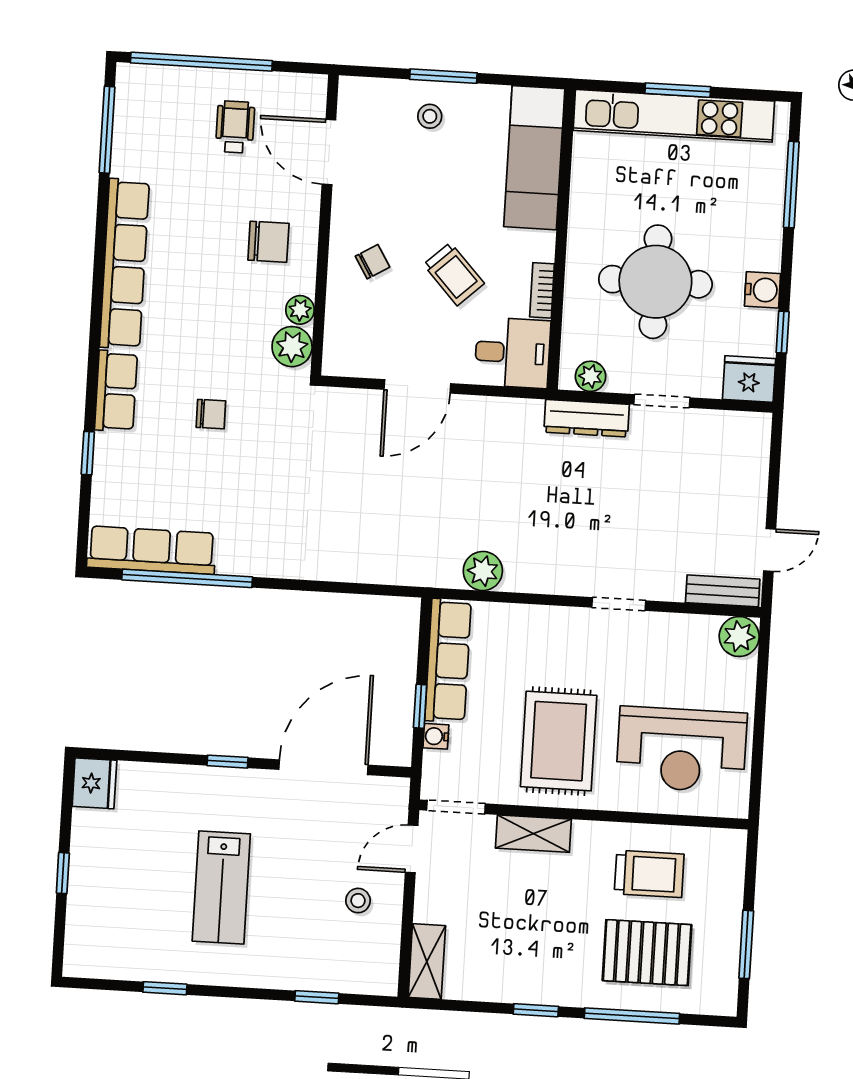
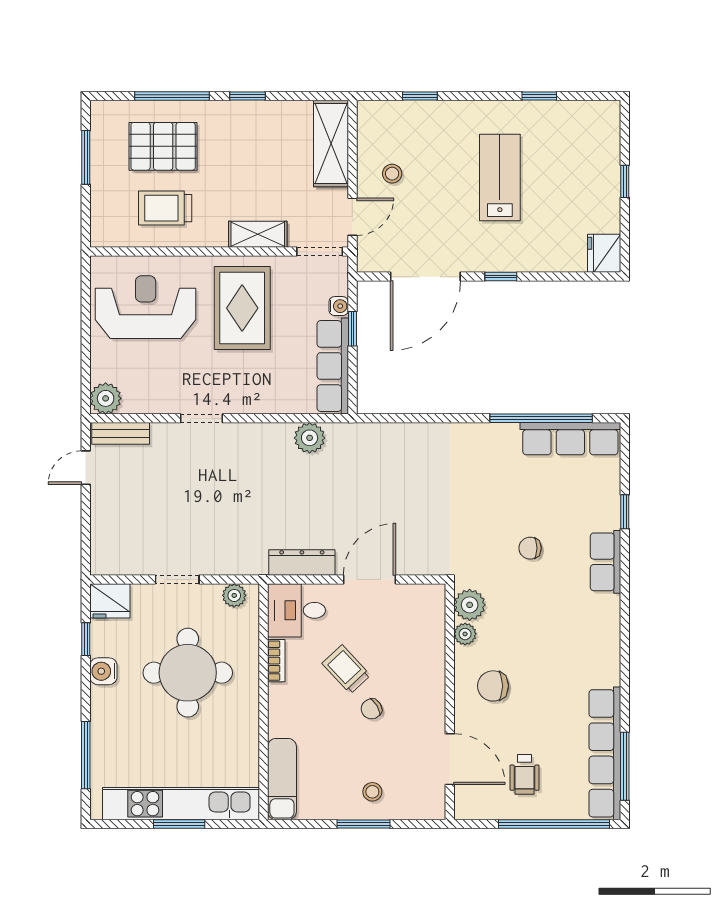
exam couch: (534, 158) -> (282, 779), width x0.73, depth x0.69
chair: (372, 262) -> (371, 709), moved
row of seats: (124, 264) -> (605, 753), moved
dresser: (587, 418) -> (302, 562), moved
shelving: (427, 962) -> (331, 144), width x1.50, depth x1.33

